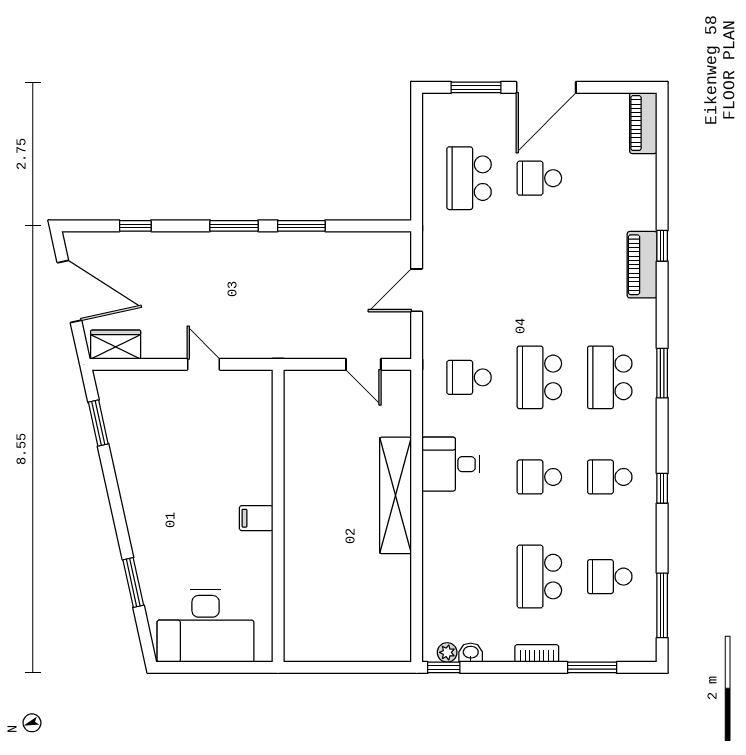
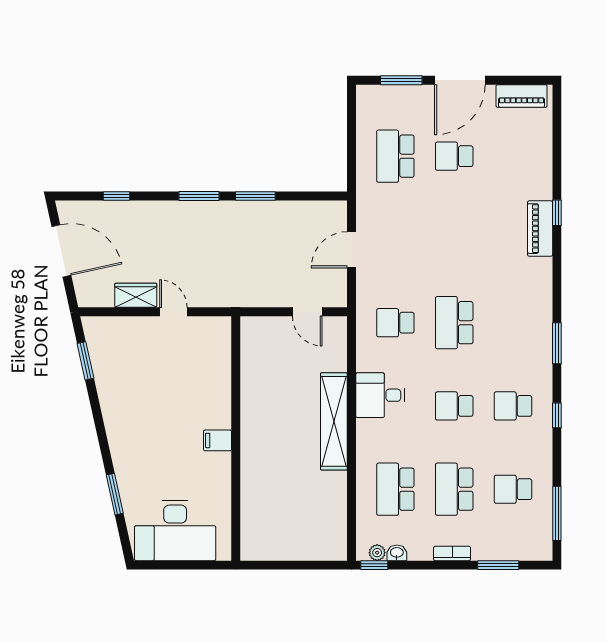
piano: (643, 123) -> (522, 96), moved, turned -90
wardrobe: (116, 345) -> (136, 295), moved
window: (662, 373) -> (557, 343), moved
school desk: (610, 377) -> (395, 489), moved

